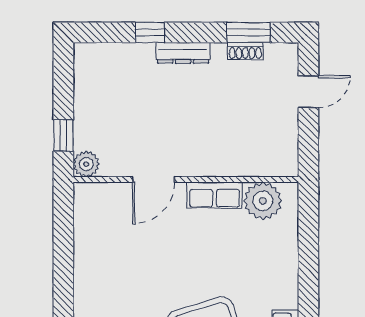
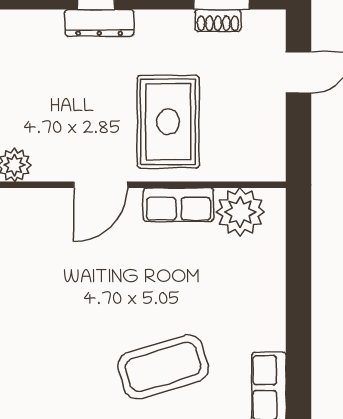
dresser: (183, 53) -> (99, 23), moved
rug: (206, 130) -> (168, 122), added

